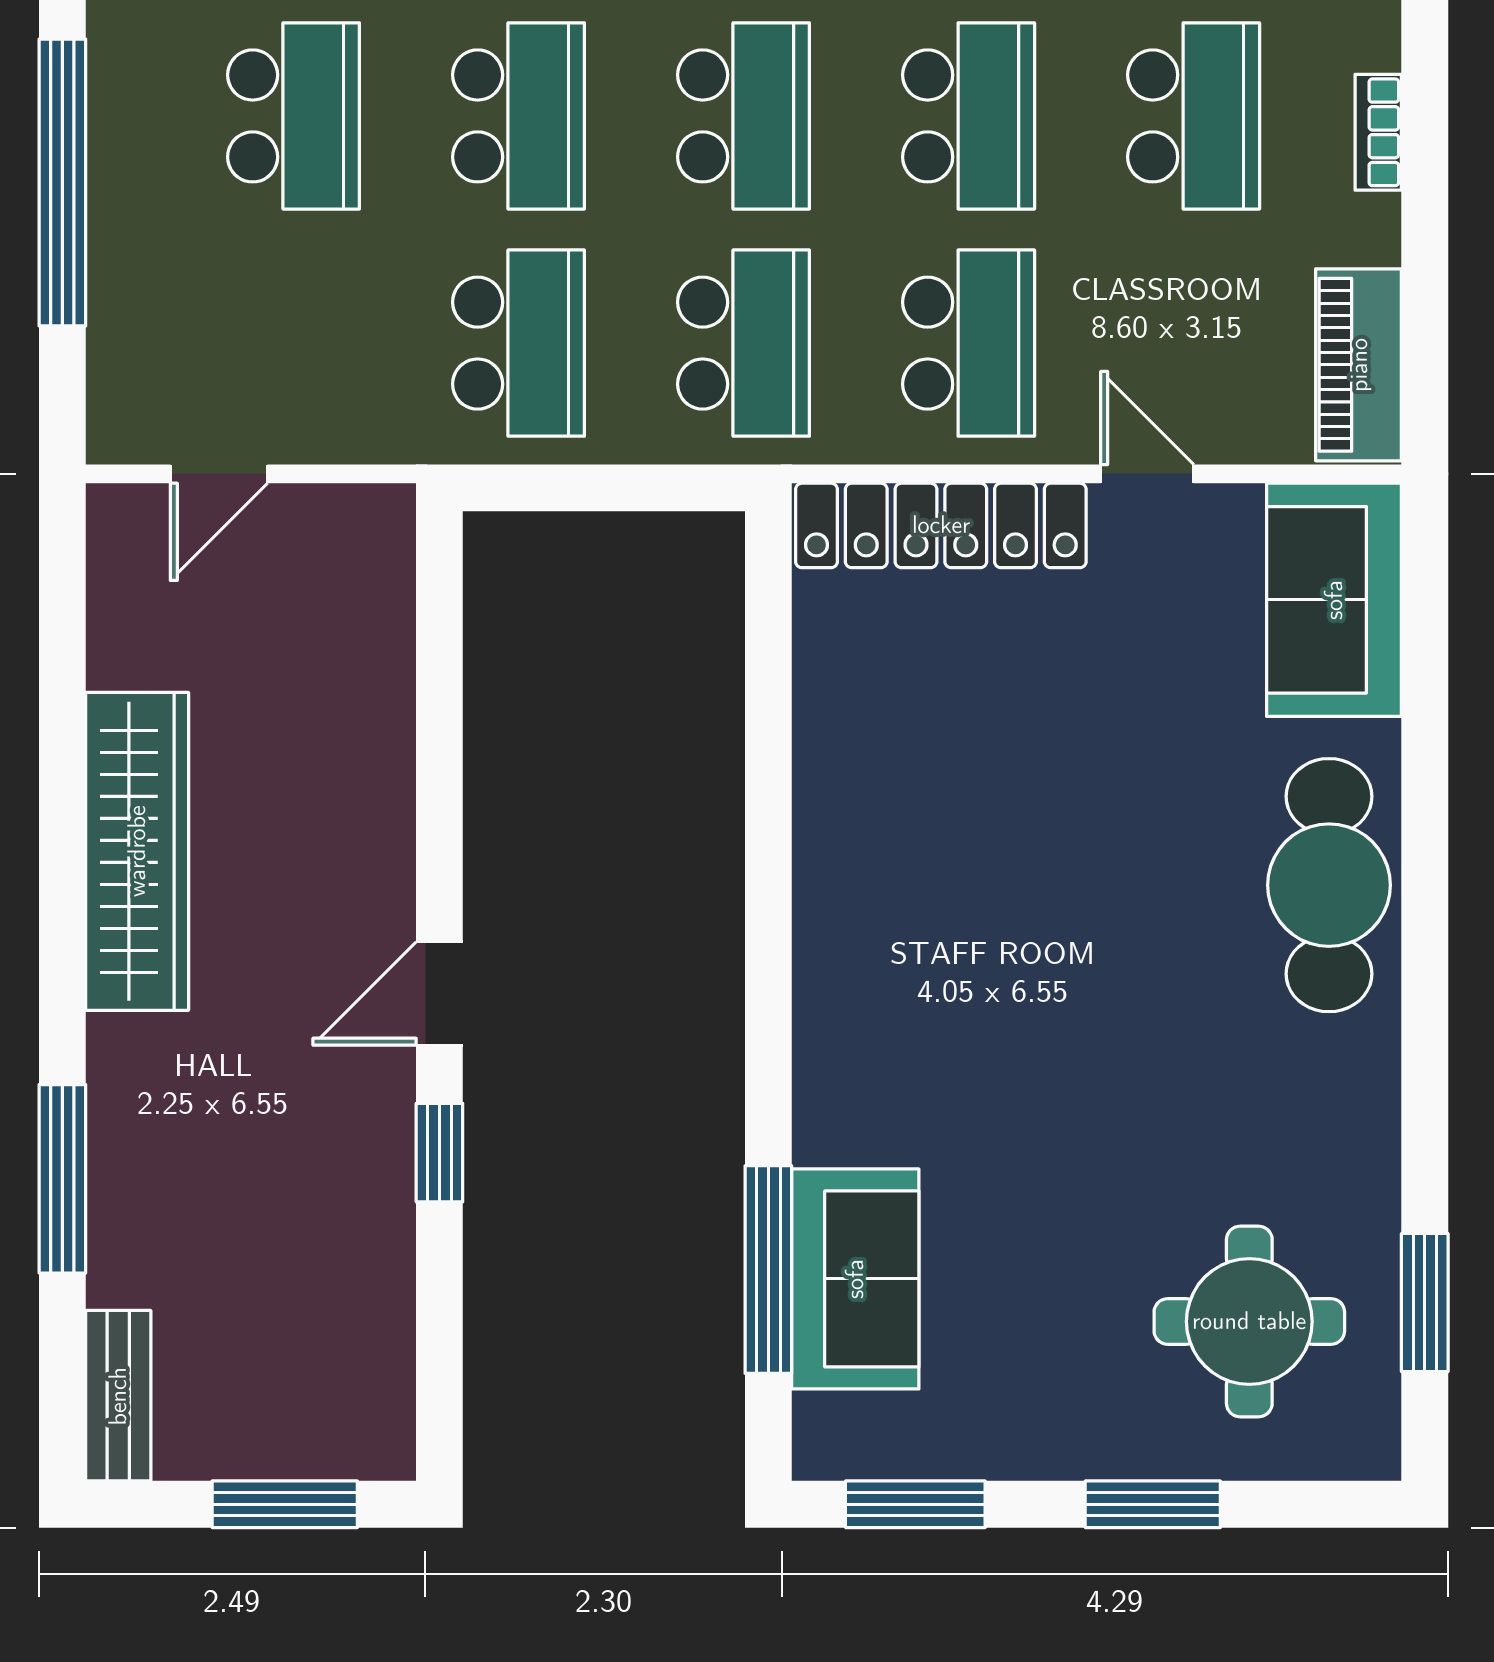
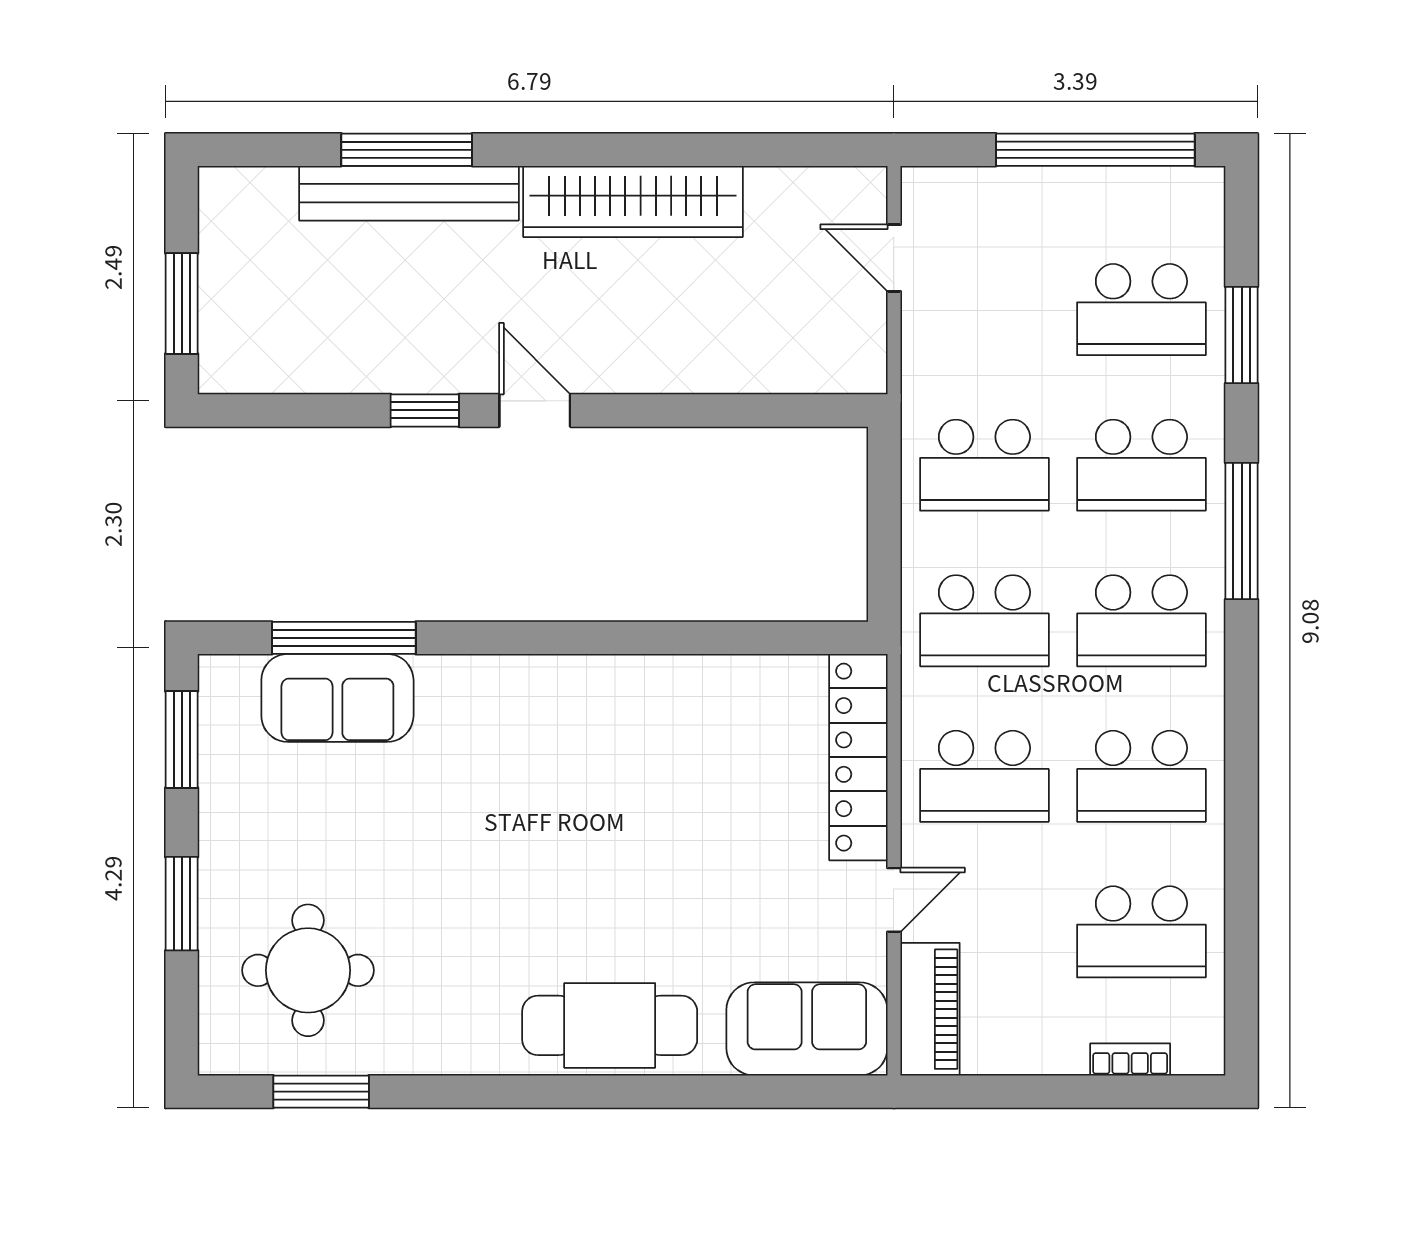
piano: (1359, 365) -> (930, 1009), moved, turned 90
bench: (118, 1396) -> (409, 193), moved, width x1.86, depth x1.21

